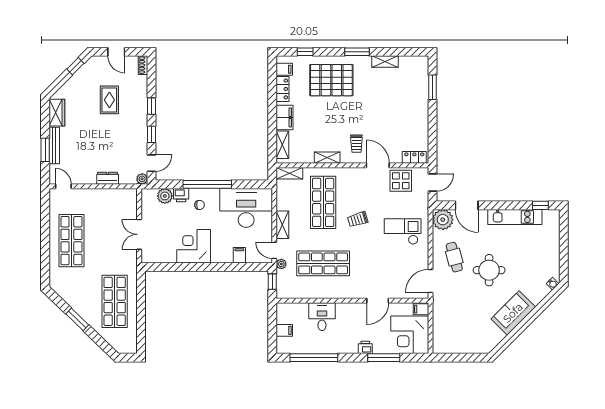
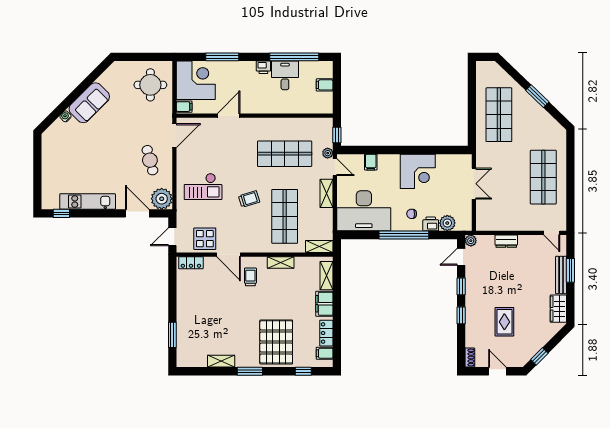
pallet: (331, 80) -> (276, 342), turned 90
round table: (489, 270) -> (150, 85), moved
water cooler: (553, 284) -> (65, 116), moved
desk: (322, 317) -> (285, 75), moved, turned 180
printer: (365, 347) -> (263, 67), moved

